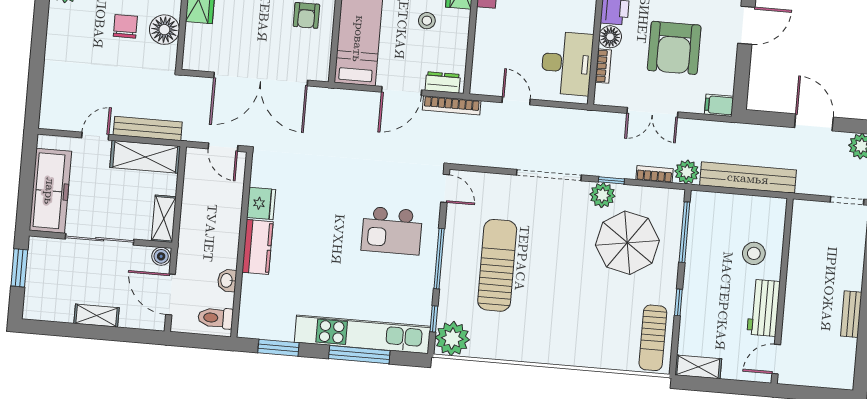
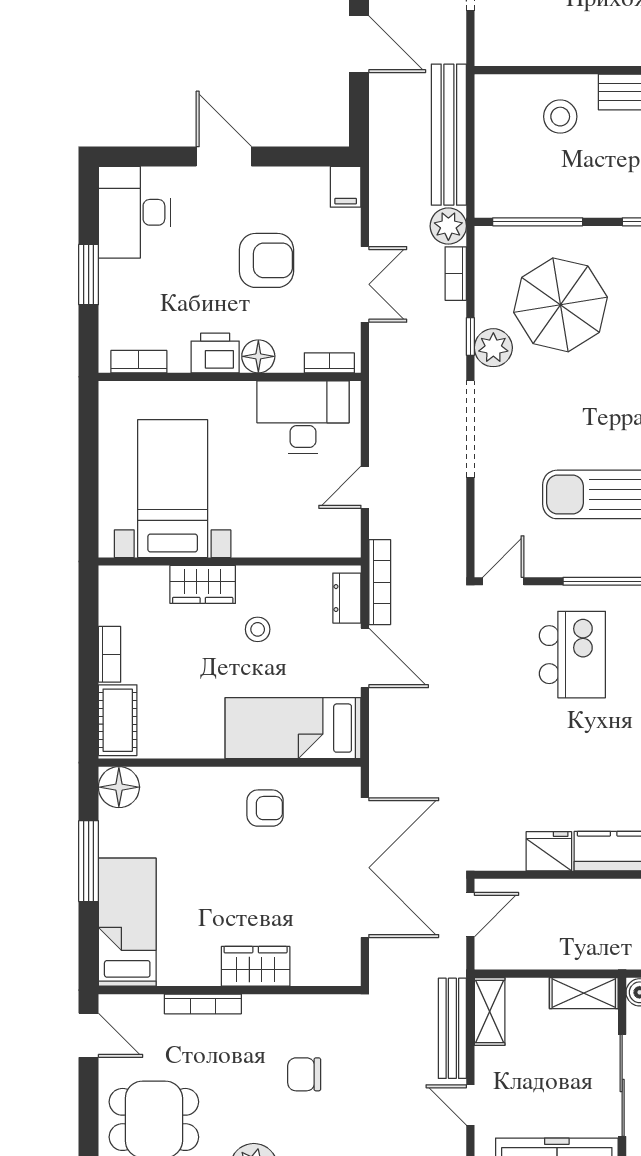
floor lamp: (164, 30) -> (304, 1016), removed
armchair: (674, 48) -> (266, 260), width x0.73, depth x0.73
bookcase: (603, 66) -> (329, 363), moved
door: (814, 122) -> (359, 44), swing flipped
shelving: (145, 157) -> (490, 1012), width x0.67, depth x0.75

